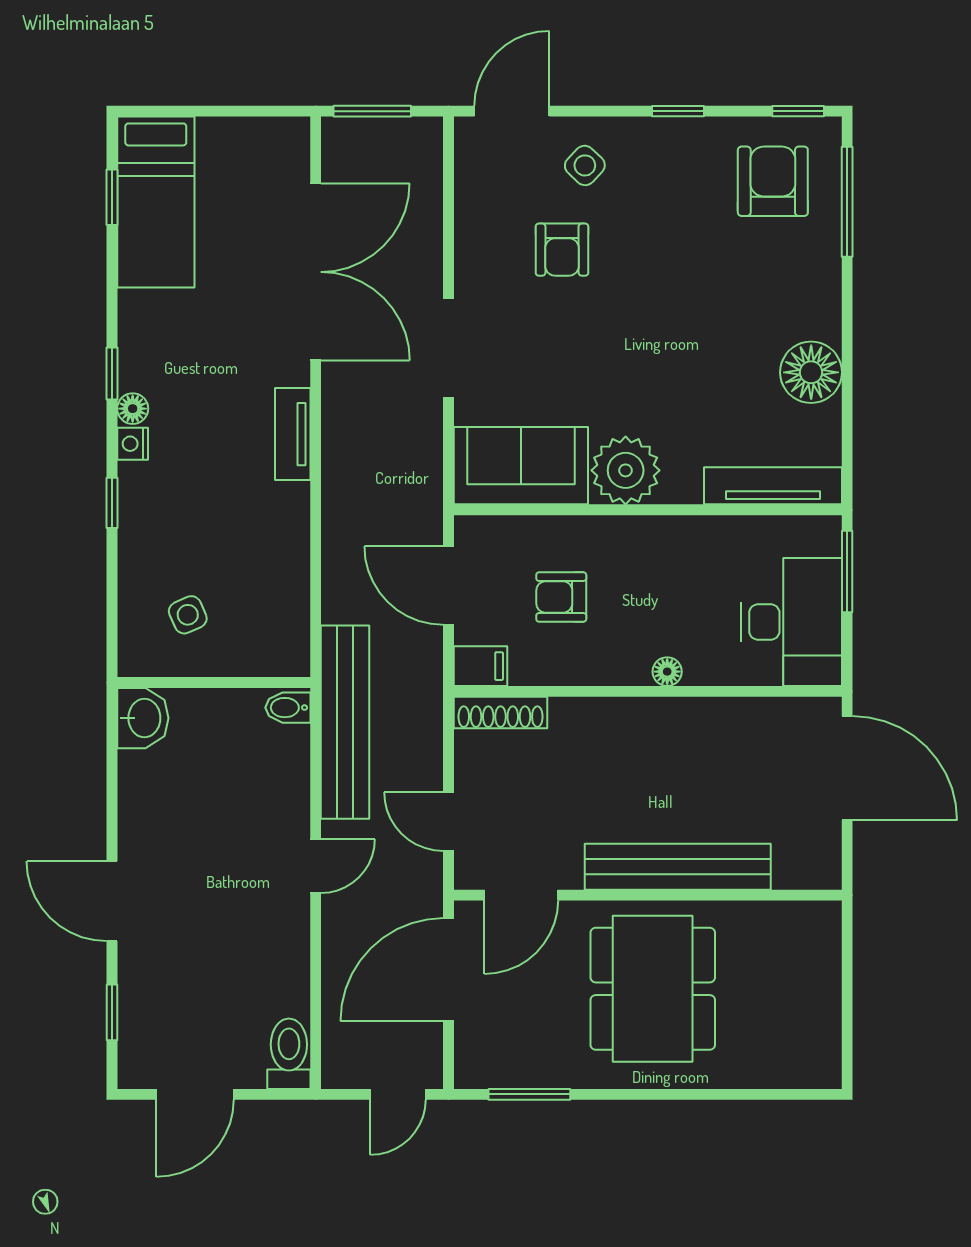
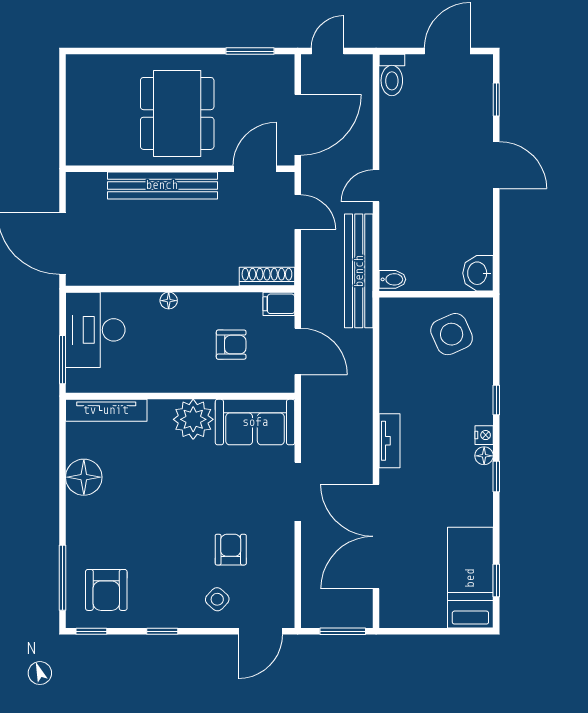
side table: (188, 615) -> (452, 334), width x1.87, depth x1.87

